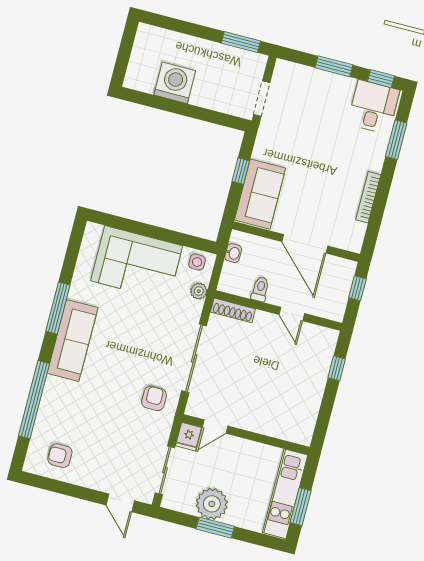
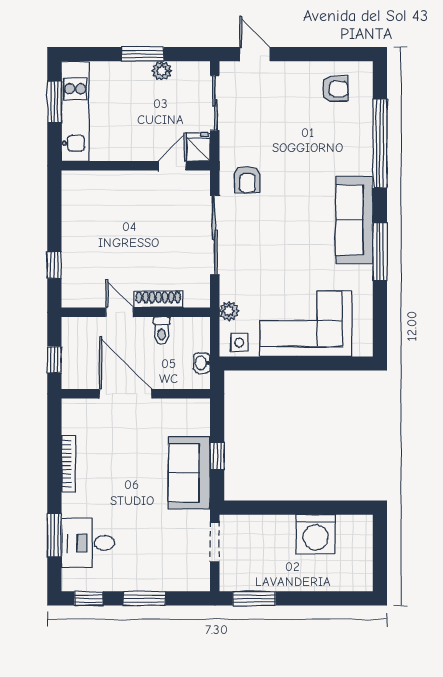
desk: (373, 107) -> (88, 543), moved, turned 90
sofa: (260, 194) -> (189, 473), moved
shoe rack: (233, 310) -> (158, 299), moved
plant: (212, 504) -> (162, 71), width x0.53, depth x0.53

